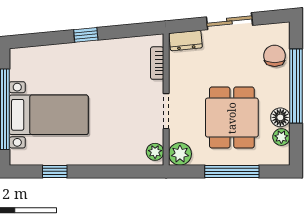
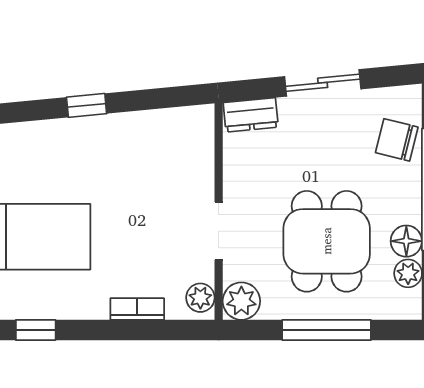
chair: (275, 56) -> (397, 140), turned -76
bookcase: (157, 63) -> (137, 309), moved, turned 90

